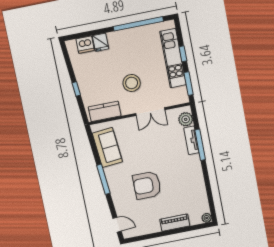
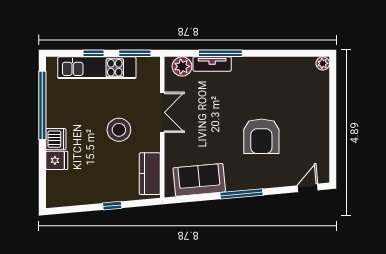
dishwasher: (85, 45) -> (56, 139), moved
piano: (175, 223) -> (321, 108), removed

